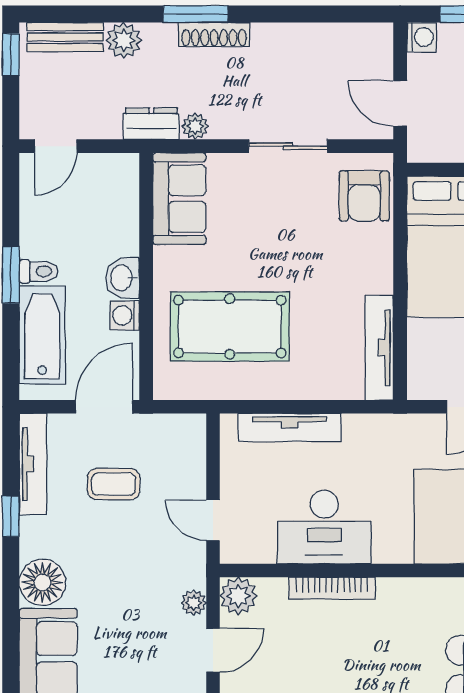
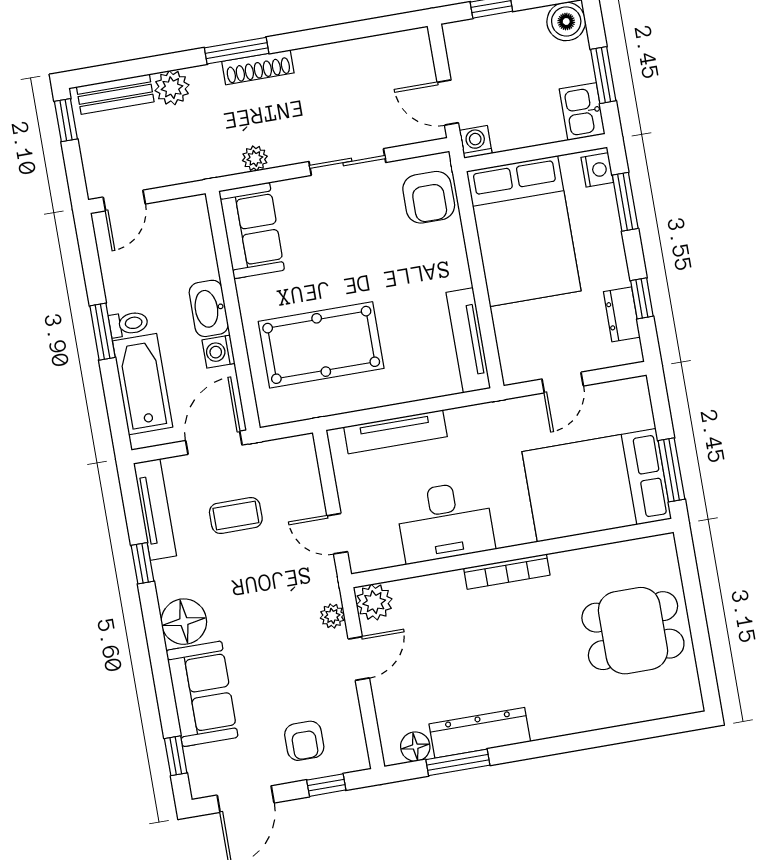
washing machine: (421, 37) -> (476, 142), moved, turned -90
dresser: (151, 124) -> (212, 163), removed
washbasin: (122, 278) -> (209, 308), width x1.38
bookcase: (332, 588) -> (507, 572), moved

